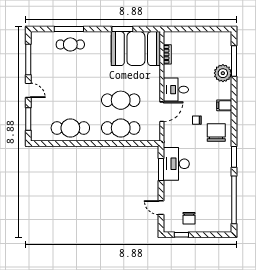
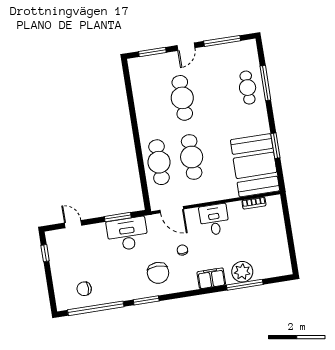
window: (234, 61) -> (245, 285), moved
filing cabinet: (224, 105) -> (211, 278), width x2.00
door: (162, 112) -> (172, 210), moved
cafe table: (70, 128) -> (182, 98), moved
chair: (216, 133) -> (158, 273), moved, turned 90
door: (161, 208) -> (73, 224), hinge flipped
chair: (189, 218) -> (84, 289), moved

